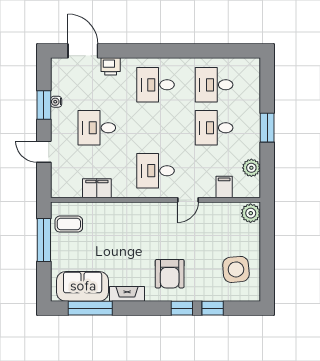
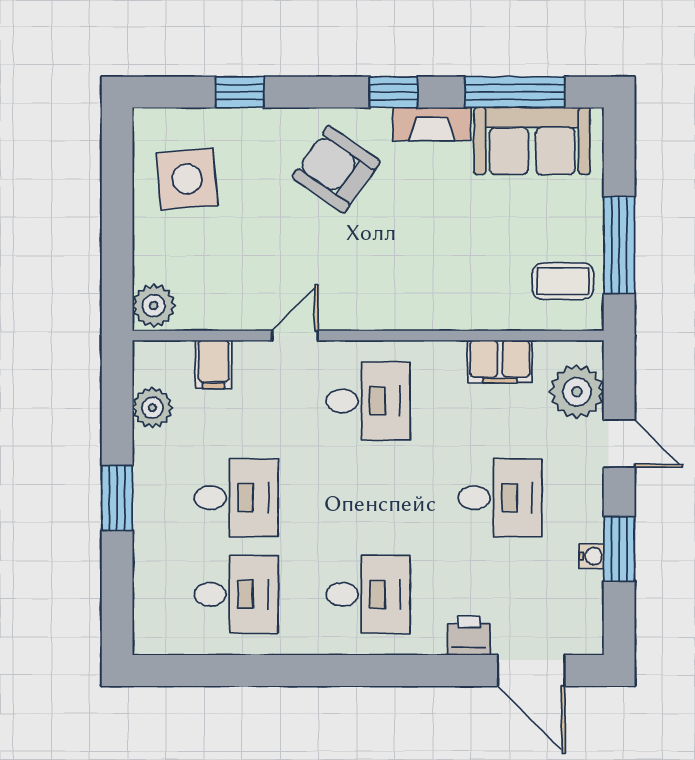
plant: (63, 175) -> (577, 392), added
armchair: (170, 274) -> (336, 169), turned -55
window: (182, 308) -> (394, 92), moved

